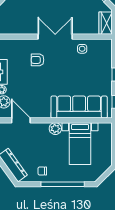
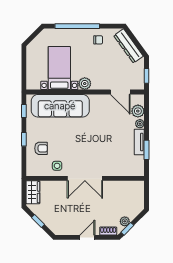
armchair: (38, 60) -> (41, 148), moved

